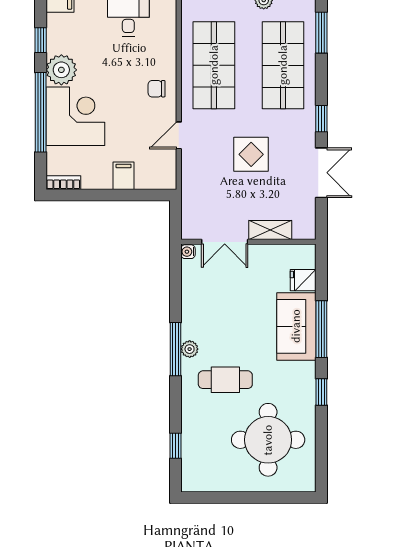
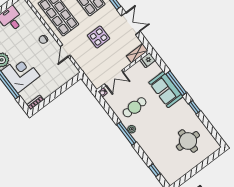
filing cabinet: (124, 176) -> (56, 82), removed
shelving: (270, 230) -> (137, 53), moved
fridge: (303, 280) -> (148, 60), moved
cafe table: (225, 380) -> (135, 107), moved
round table: (268, 440) -> (188, 141), width x0.73, depth x0.73

